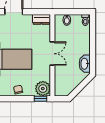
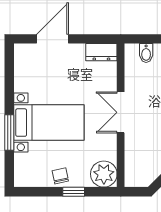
double door: (52, 54) -> (121, 112), swing flipped
window: (40, 99) -> (74, 192), moved

